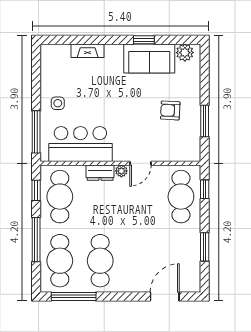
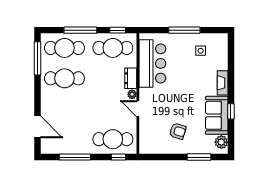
fireplace: (88, 51) -> (223, 83), moved
side table: (58, 103) -> (201, 51), moved
armchair: (170, 110) -> (178, 131), turned 104
window: (205, 121) -> (199, 157), moved
window: (36, 132) -> (184, 30), moved
window: (205, 247) -> (75, 157), width x1.44

